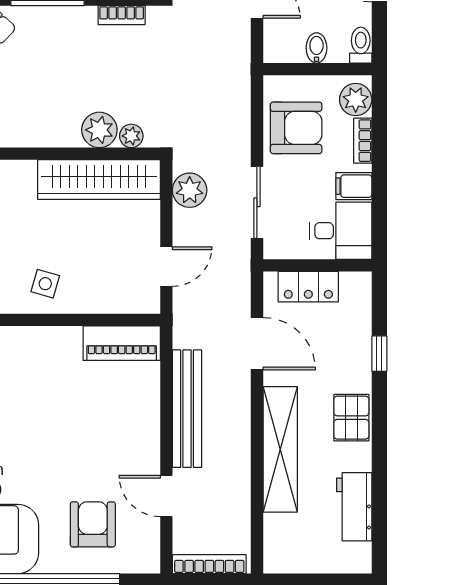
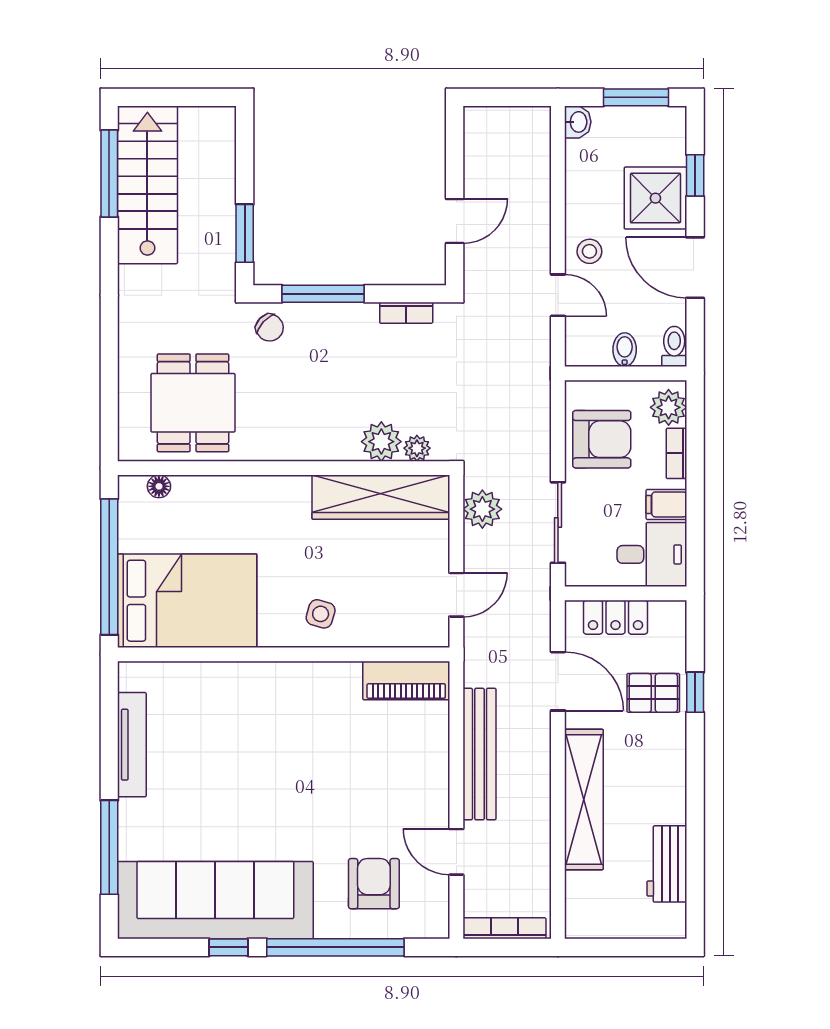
pallet: (351, 418) -> (653, 693), moved, turned 90

